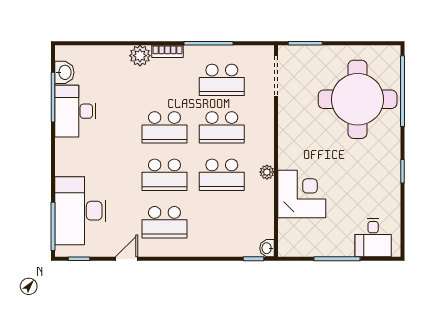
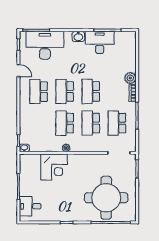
washbasin: (64, 72) -> (78, 36), moved

